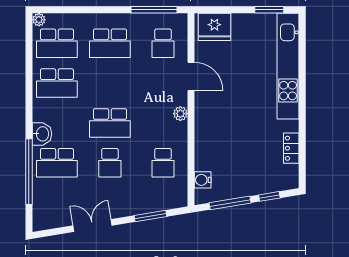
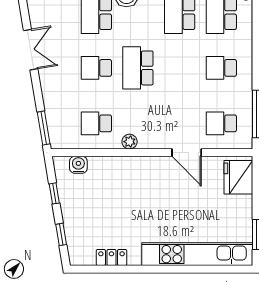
school desk: (110, 43) -> (221, 68), width x0.54
door: (191, 76) -> (187, 153), hinge flipped
plant: (180, 114) -> (130, 142), moved
window: (230, 203) -> (54, 193), width x0.46
window: (150, 216) -> (44, 128), moved

